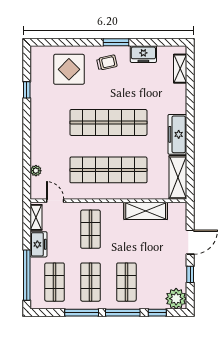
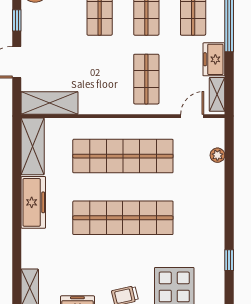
door: (55, 201) -> (192, 116), swing flipped
shelving: (146, 211) -> (50, 103), moved

